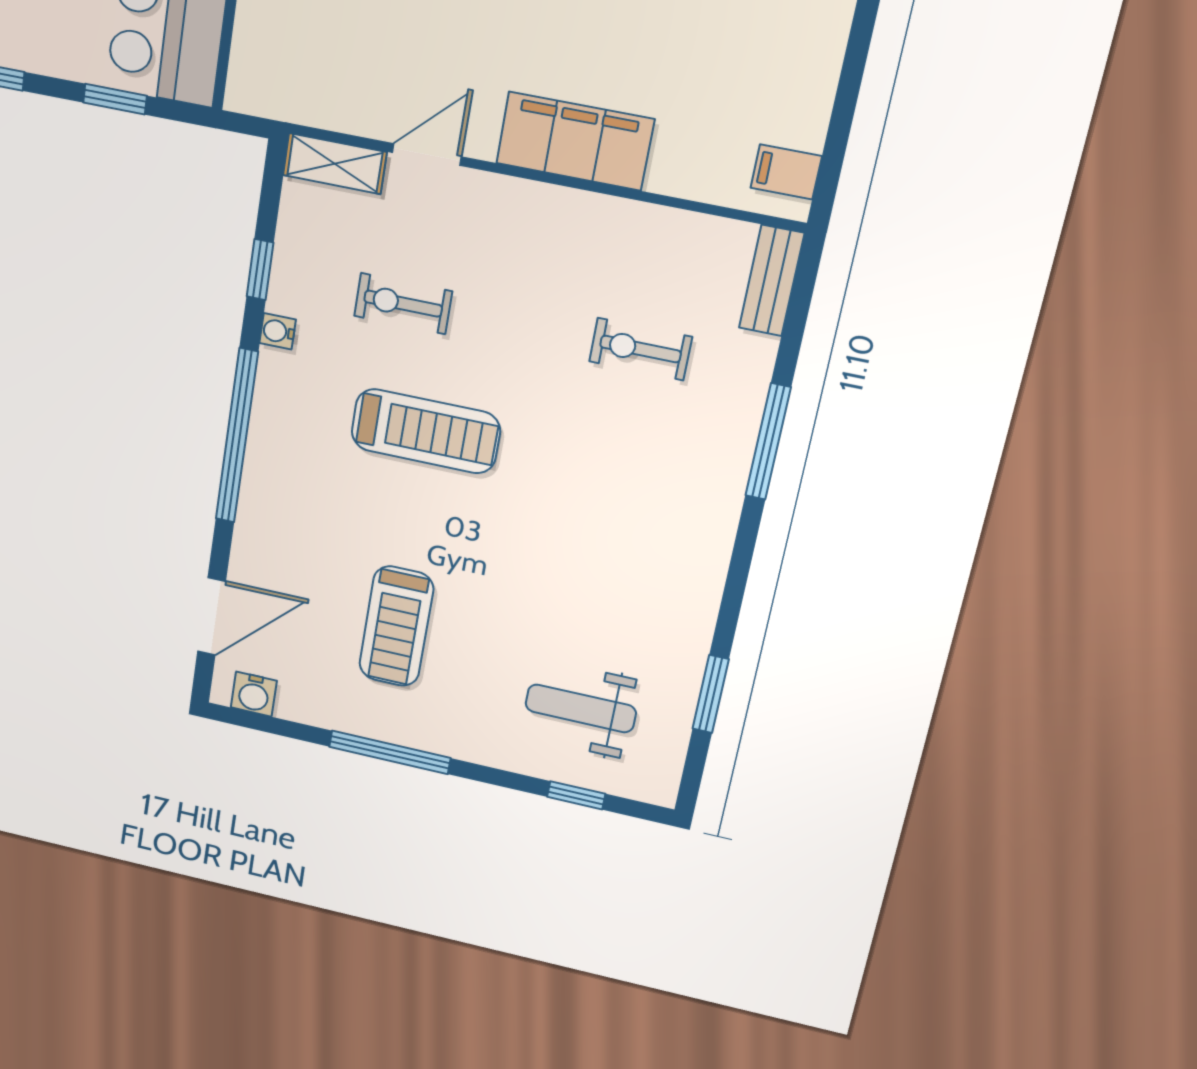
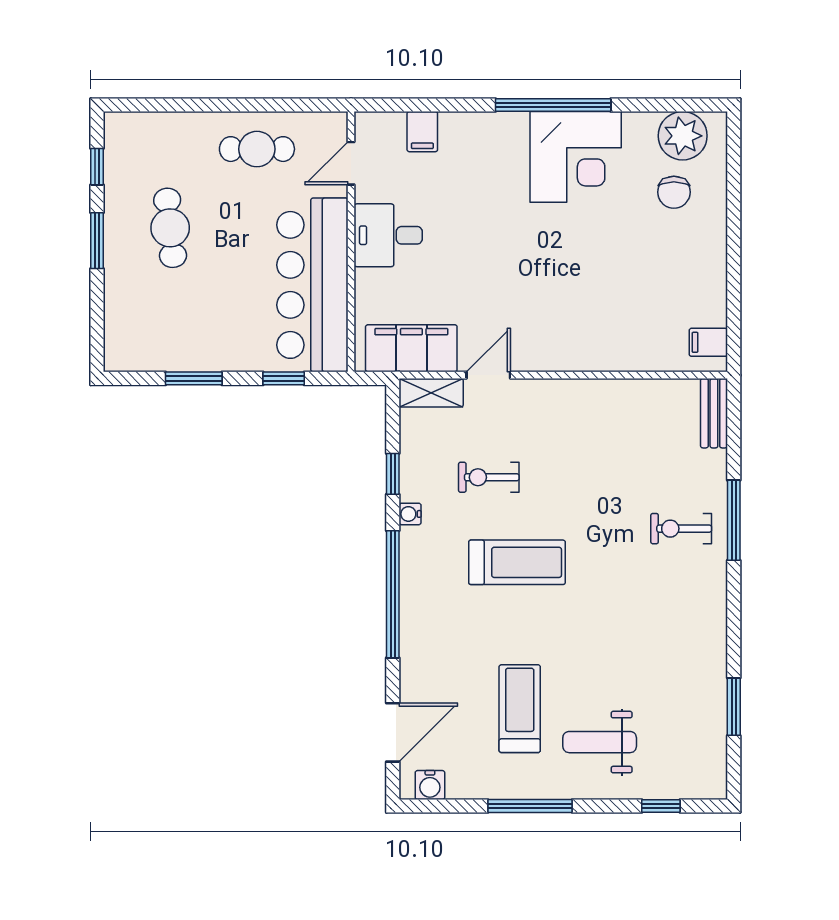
filing cabinet: (575, 141) -> (411, 348), moved
exercise bike: (640, 349) -> (681, 529), moved
treadmill: (396, 626) -> (520, 709), turned 180
weight bench: (581, 708) -> (600, 742), moved

